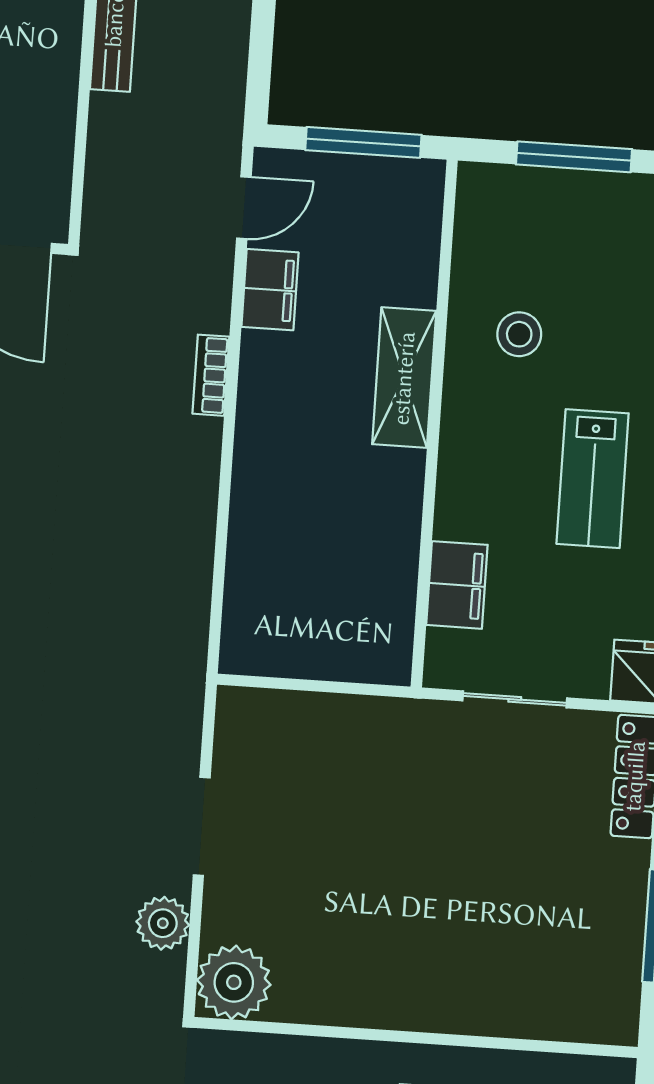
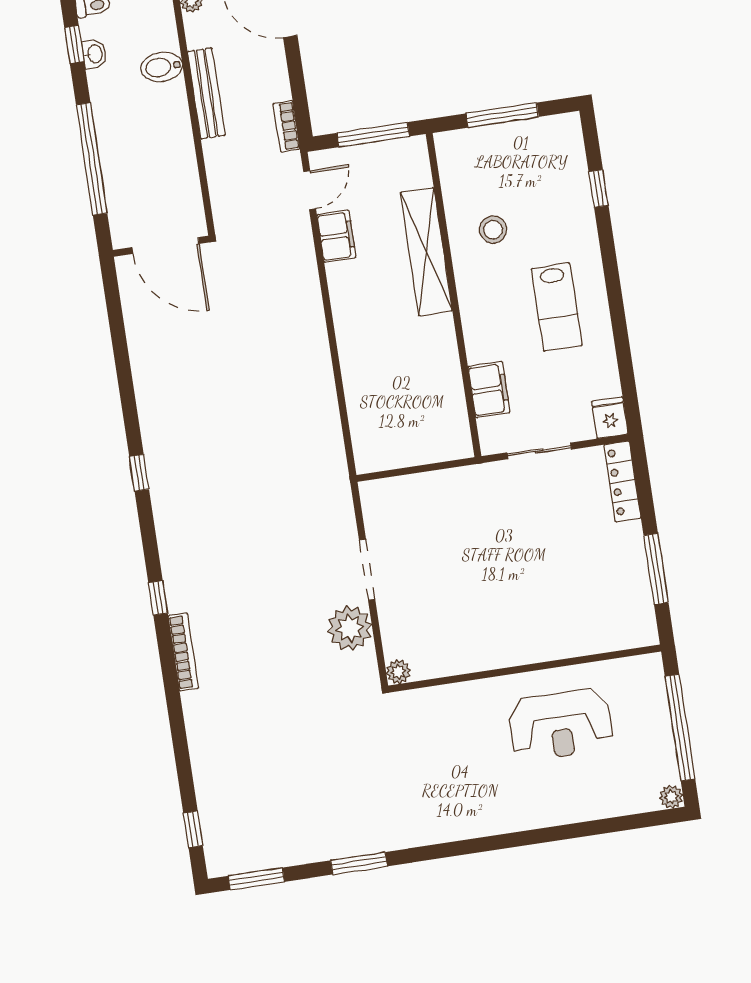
bookcase: (211, 375) -> (287, 126), moved
shelving: (404, 378) -> (426, 252), width x1.47
plant: (163, 923) -> (350, 628), width x1.36, depth x1.36
plant: (234, 982) -> (398, 672), width x0.53, depth x0.53

